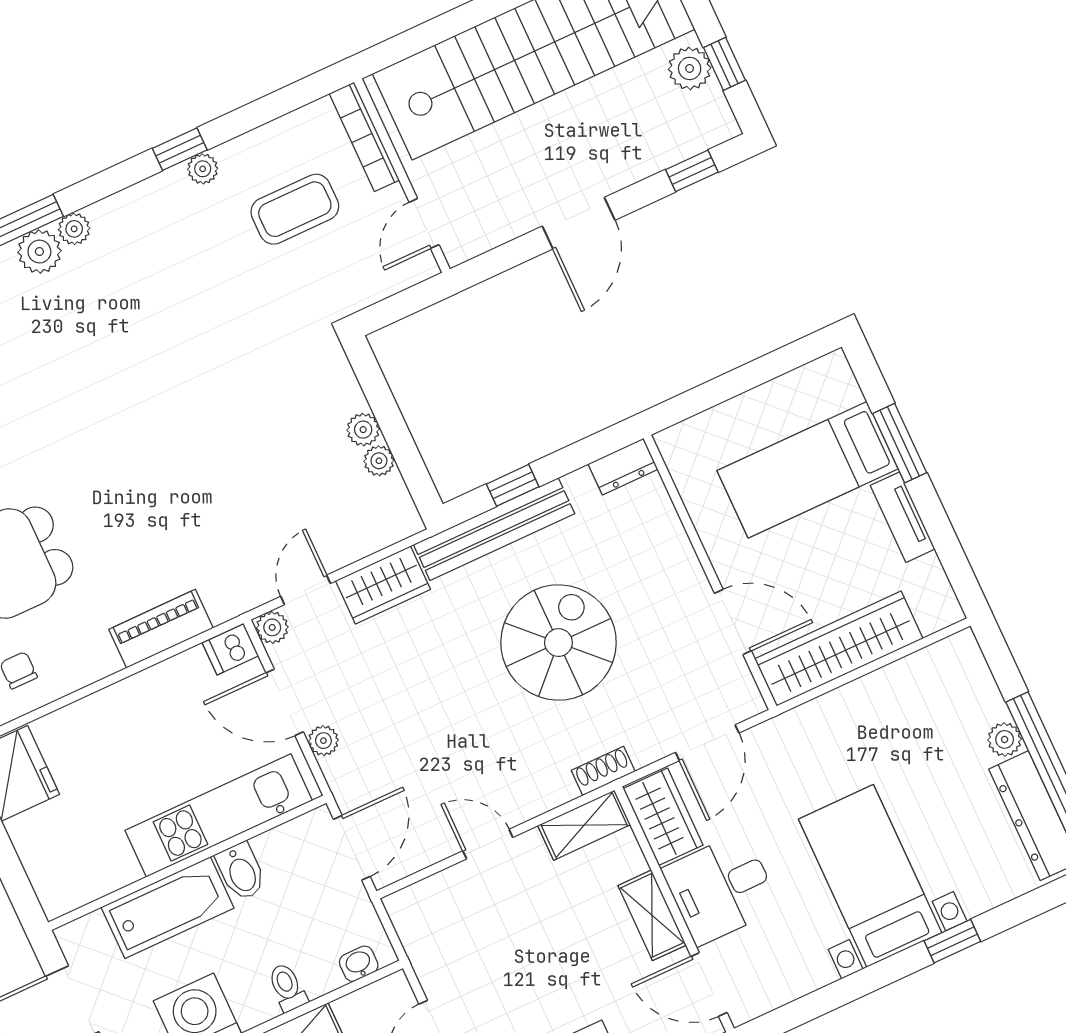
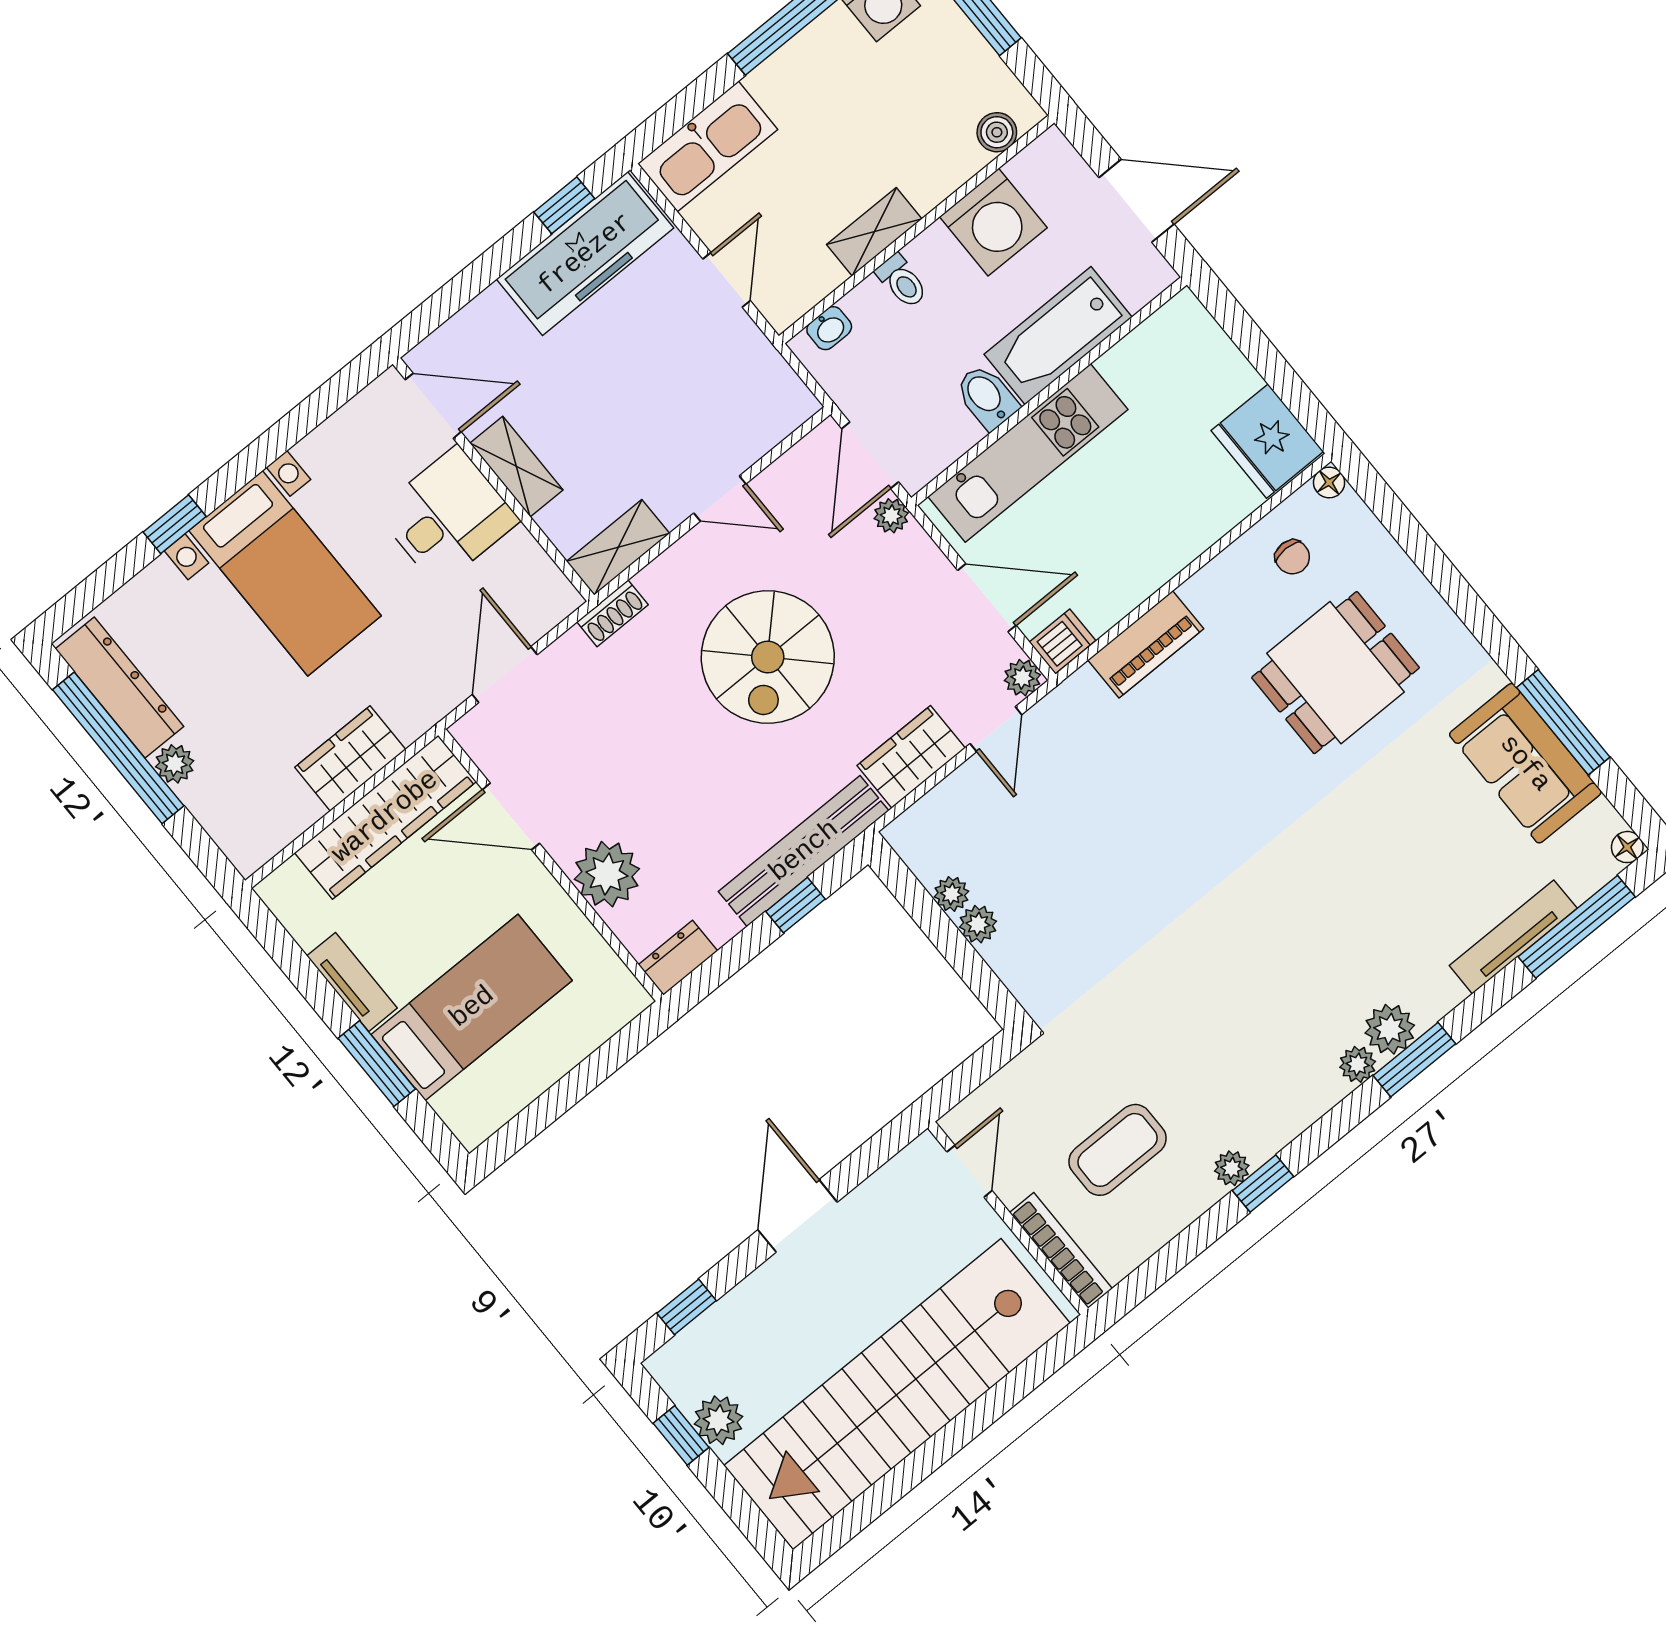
plant: (665, 553) -> (607, 874), added
spiral stairs: (558, 643) -> (768, 657), moved
plant: (323, 741) -> (891, 516), moved
wardrobe: (663, 817) -> (350, 758), moved, turned 90

